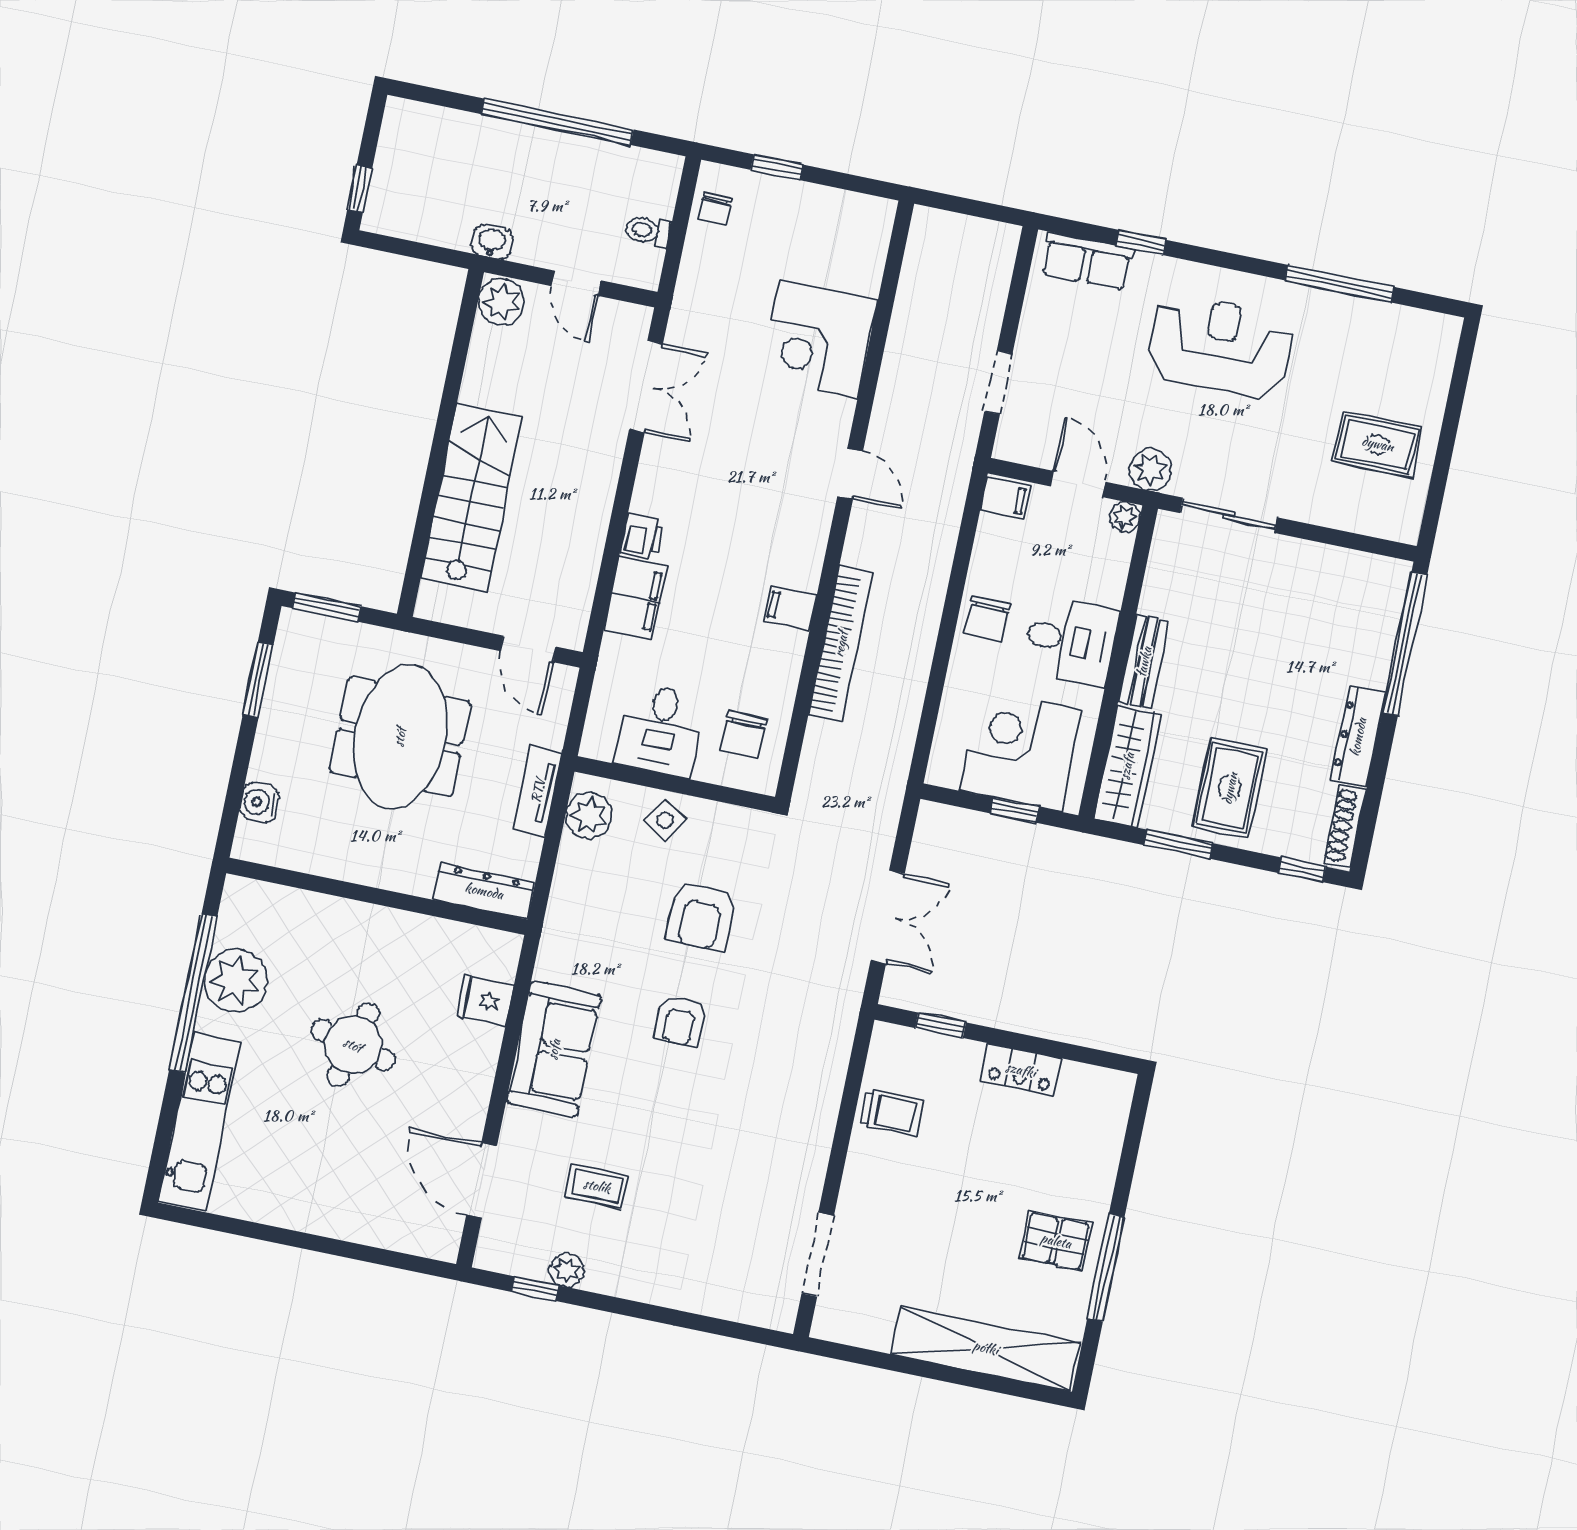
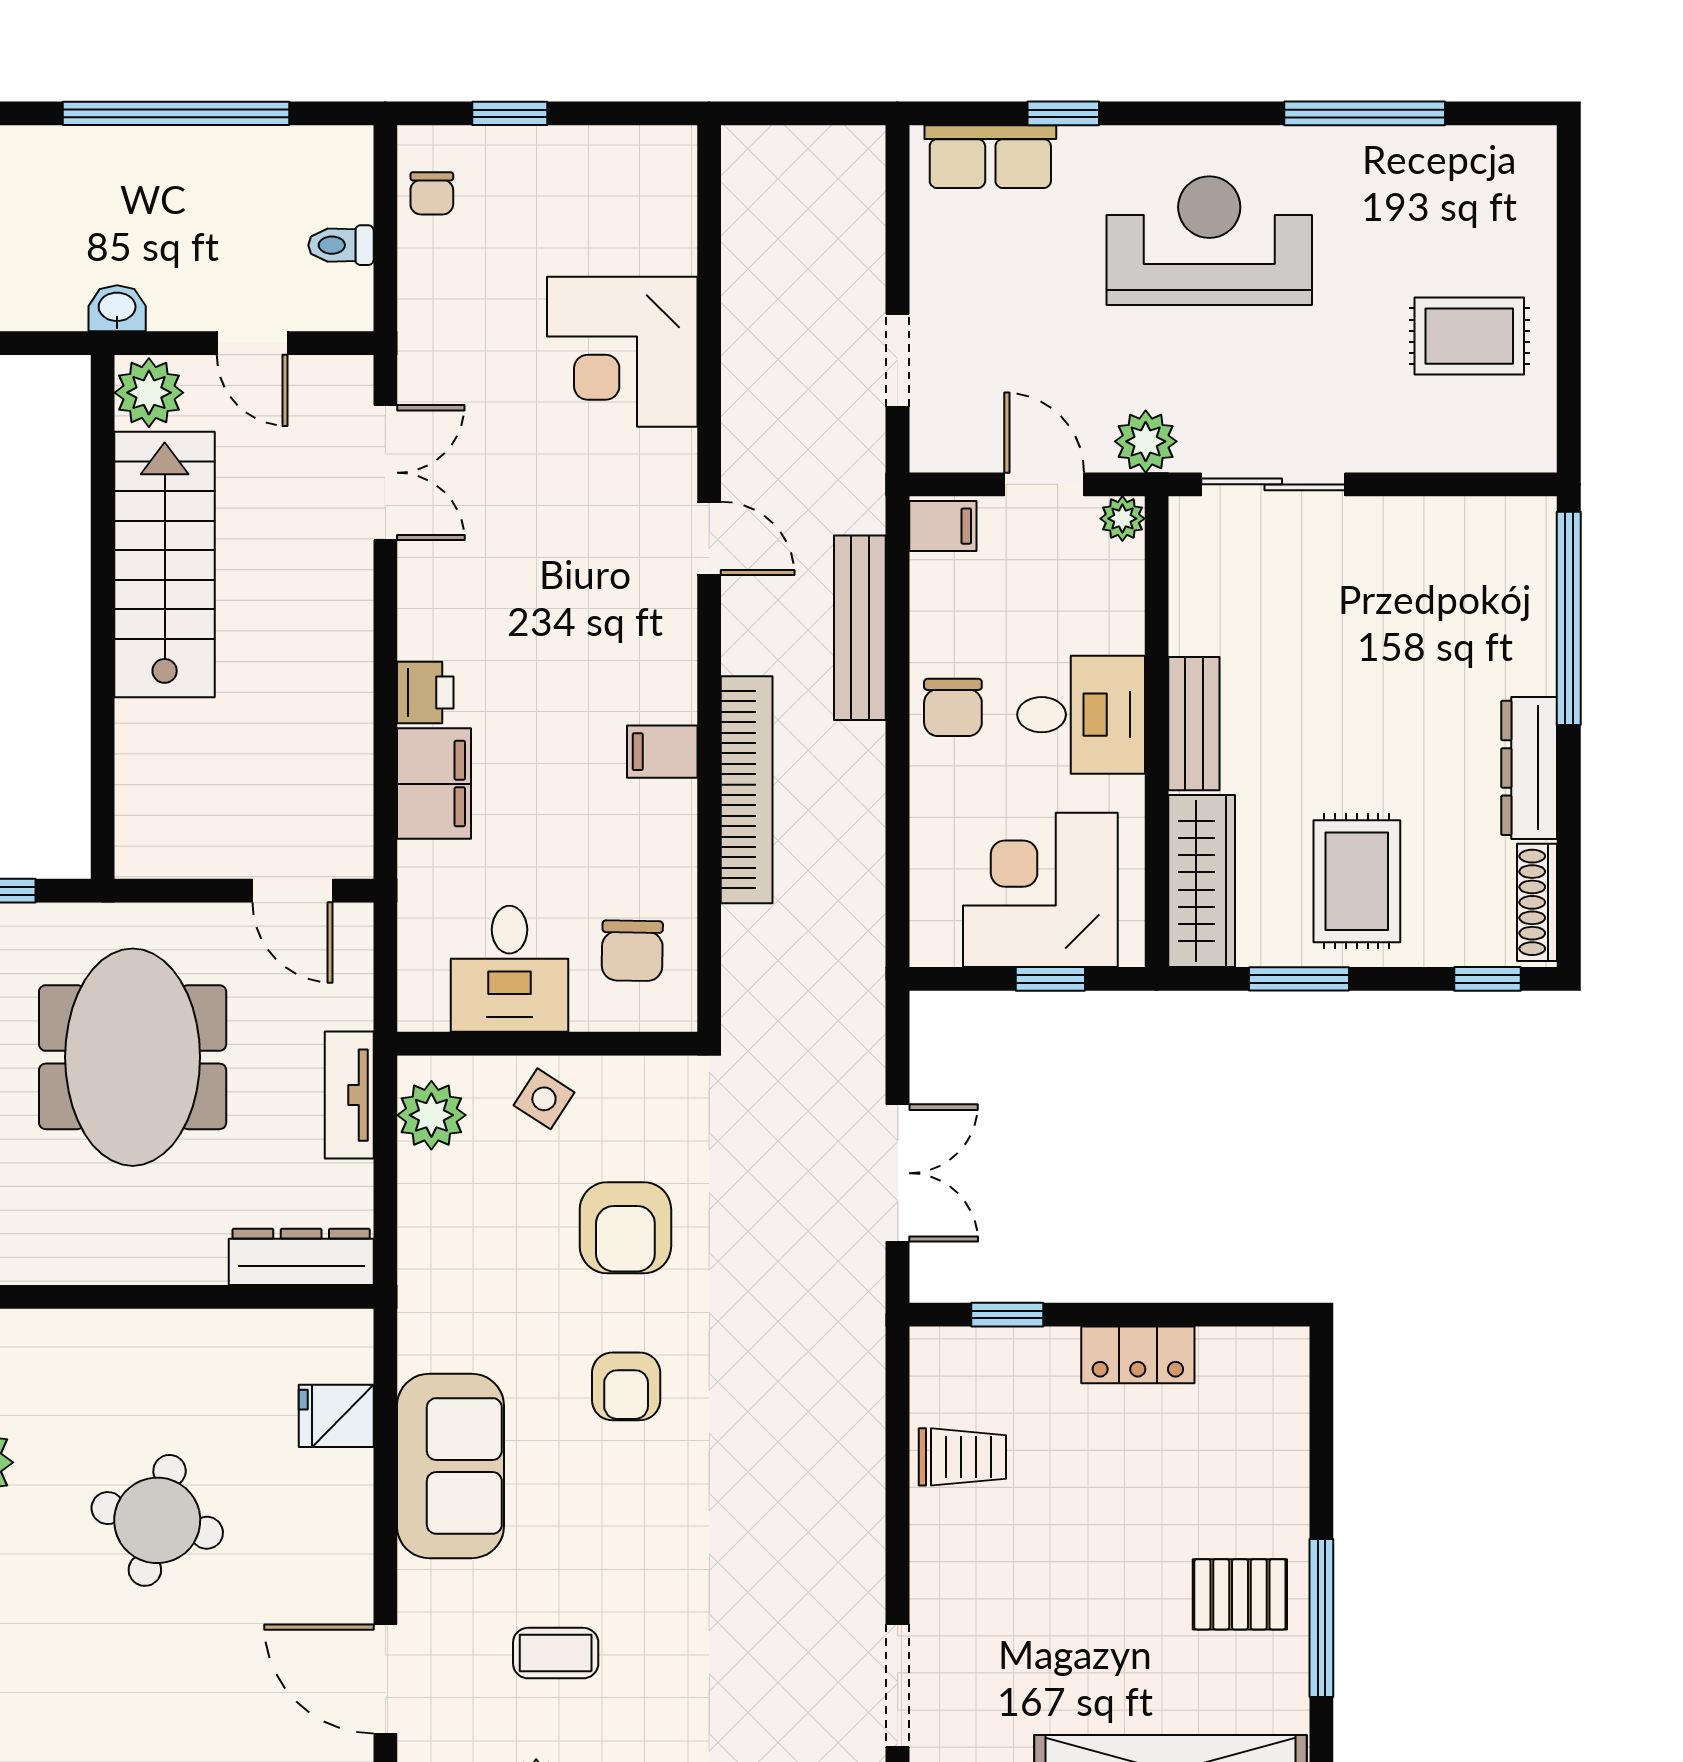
stairs: (472, 497) -> (165, 565), moved
bench: (937, 553) -> (860, 628), added

